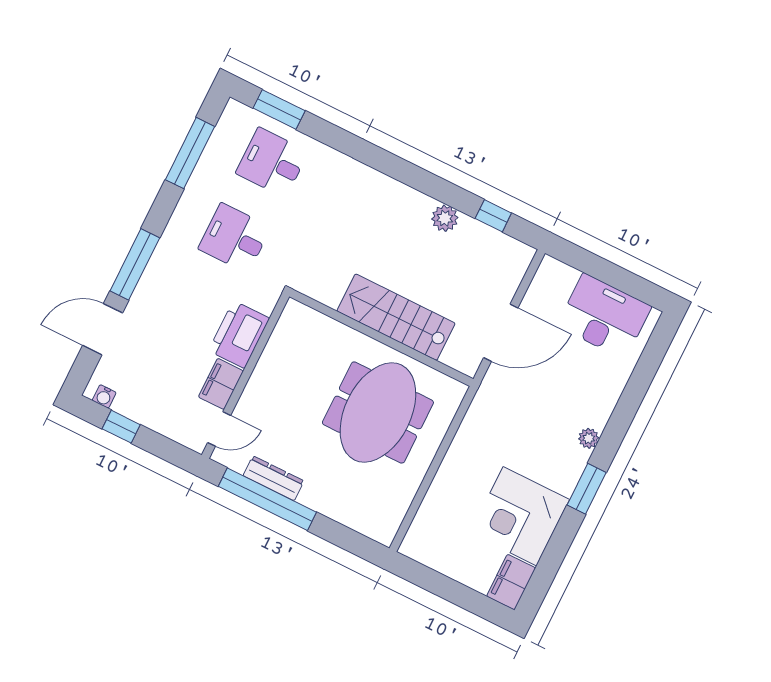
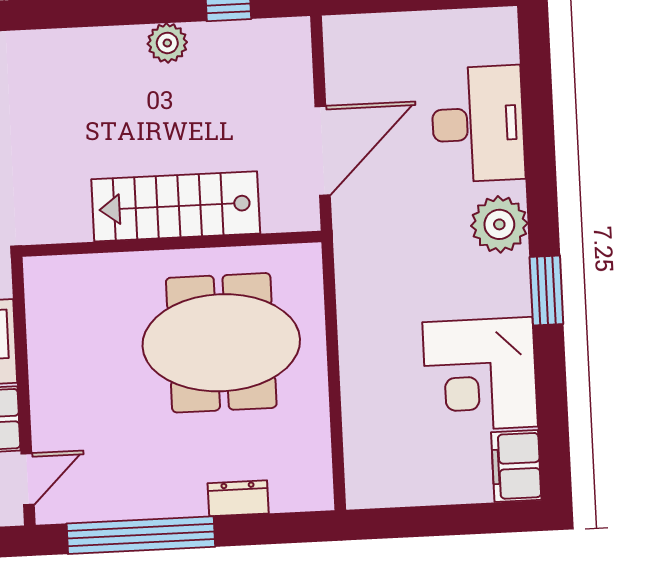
desk: (604, 316) -> (478, 124), moved, turned 90
meeting table: (378, 412) -> (221, 343), turned 90
plant: (589, 438) -> (499, 224), width x1.88, depth x1.88
dresser: (274, 478) -> (238, 498), moved, width x0.70

